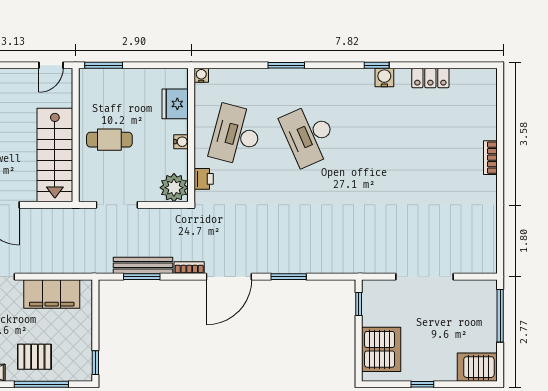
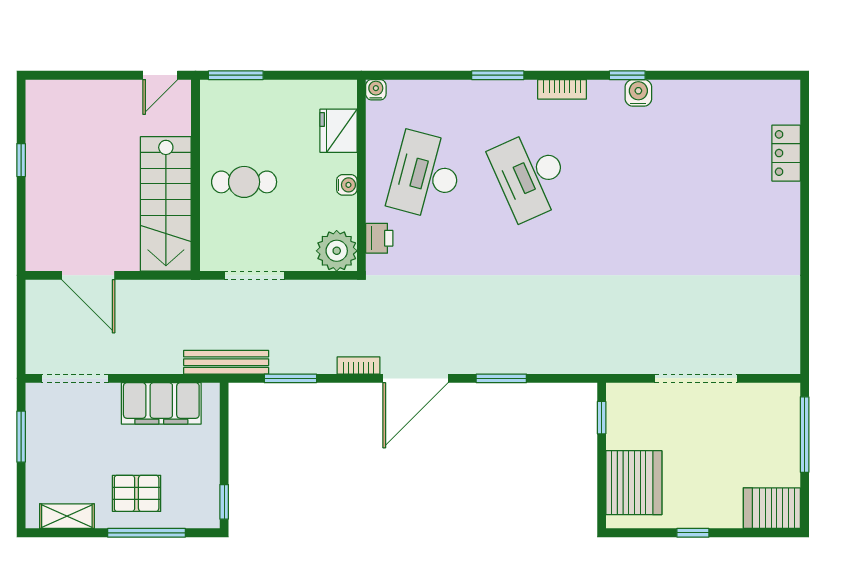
locker: (430, 78) -> (786, 153), moved, turned 90
bookcase: (490, 158) -> (562, 89), moved, turned -90
bench: (143, 265) -> (226, 362), moved

